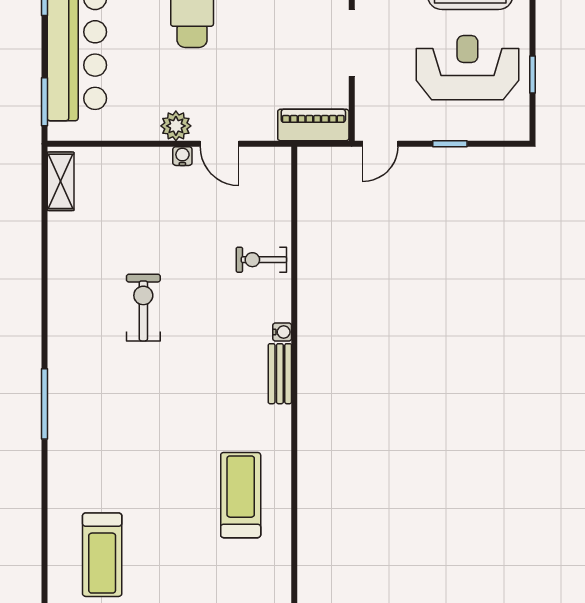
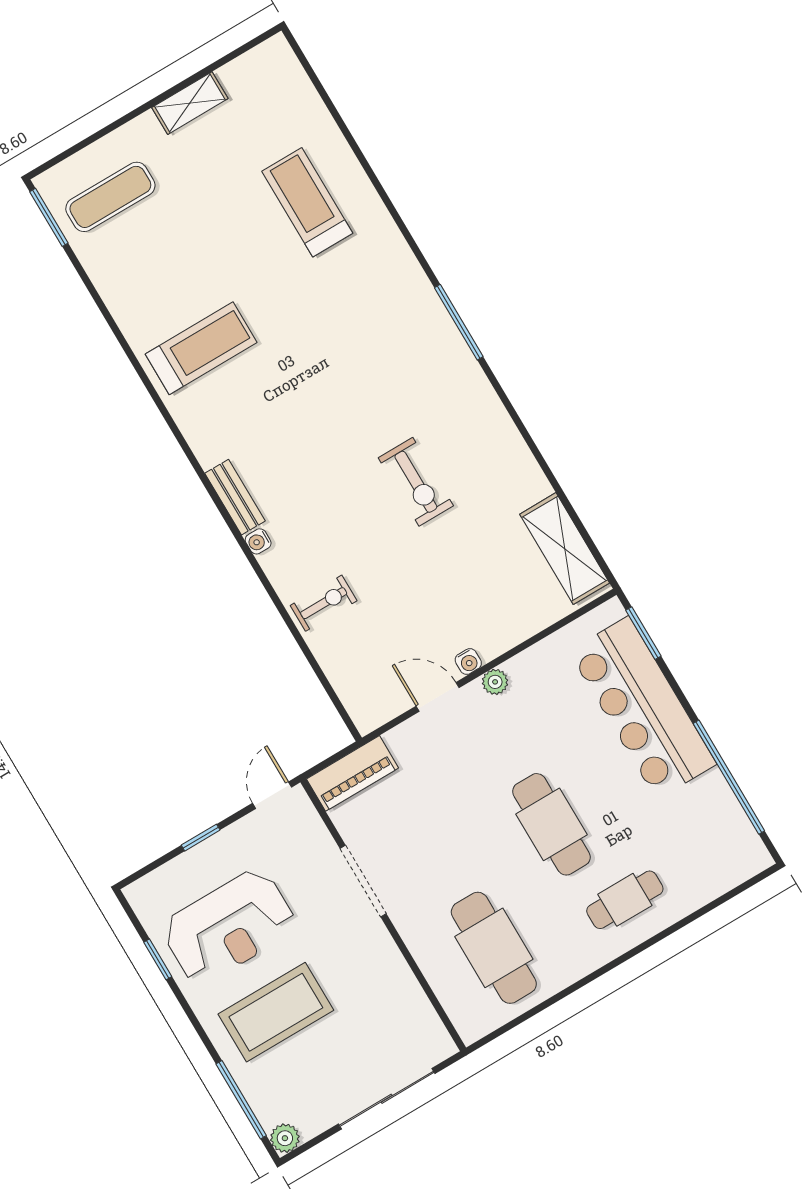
plant: (176, 126) -> (495, 682), width x0.73, depth x0.73
shelving: (61, 181) -> (565, 549), width x1.50, depth x1.33
treadmill: (241, 495) -> (201, 348), turned -90

